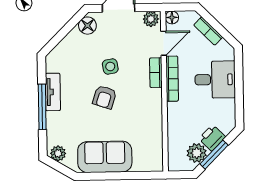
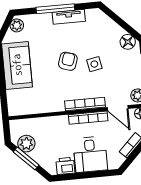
bookcase: (156, 73) -> (85, 104), width x1.56
armchair: (105, 97) -> (68, 61), turned 90
printer: (212, 138) -> (65, 166), moved, turned -45

